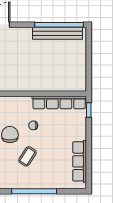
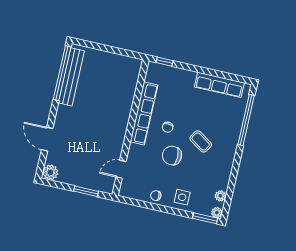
row of seats: (59, 102) -> (144, 113), moved
window: (34, 191) -> (246, 120), moved

